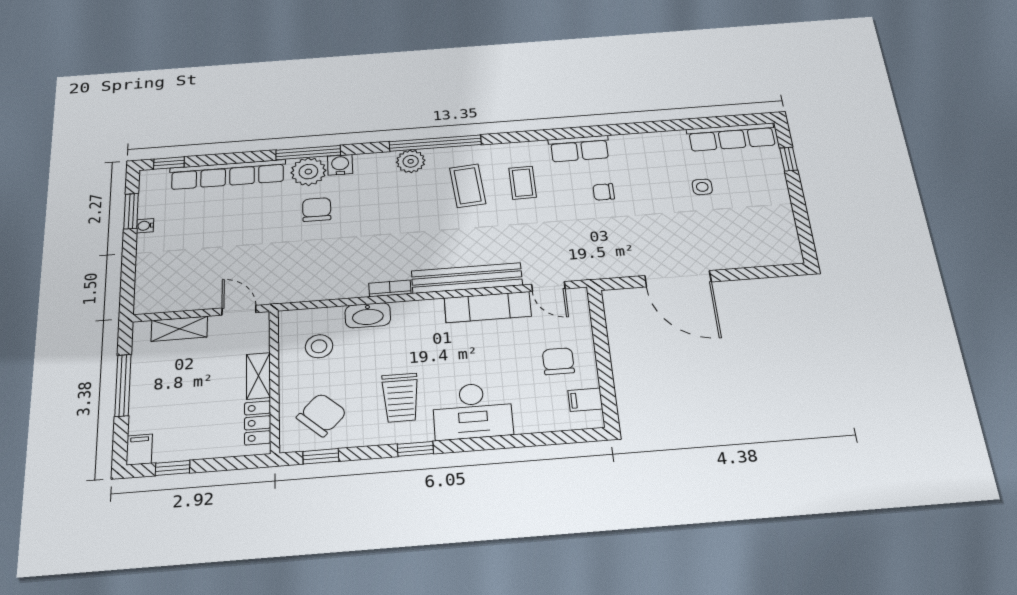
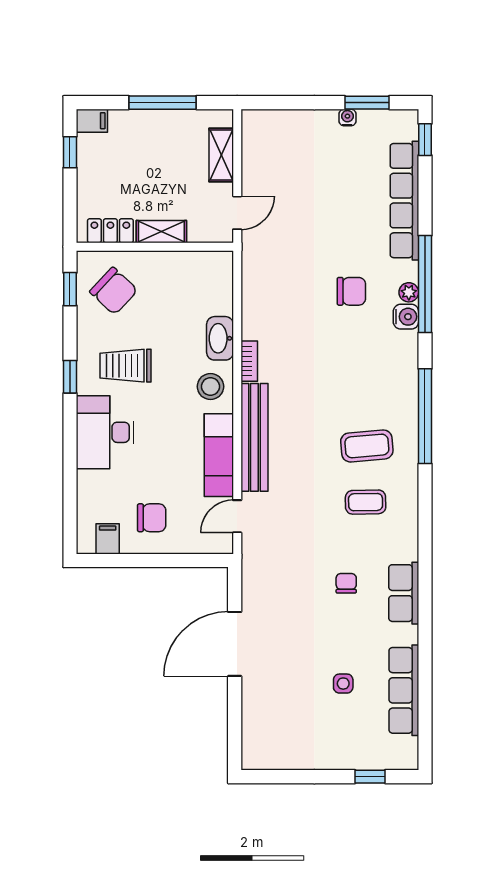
row of seats: (732, 137) -> (404, 690), moved
row of seats: (579, 149) -> (404, 593), moved
window: (308, 153) -> (425, 284), width x1.46
plant: (411, 161) -> (404, 390), removed
plant: (308, 172) -> (409, 292), width x0.53, depth x0.53
stool: (319, 346) -> (210, 387), moved

